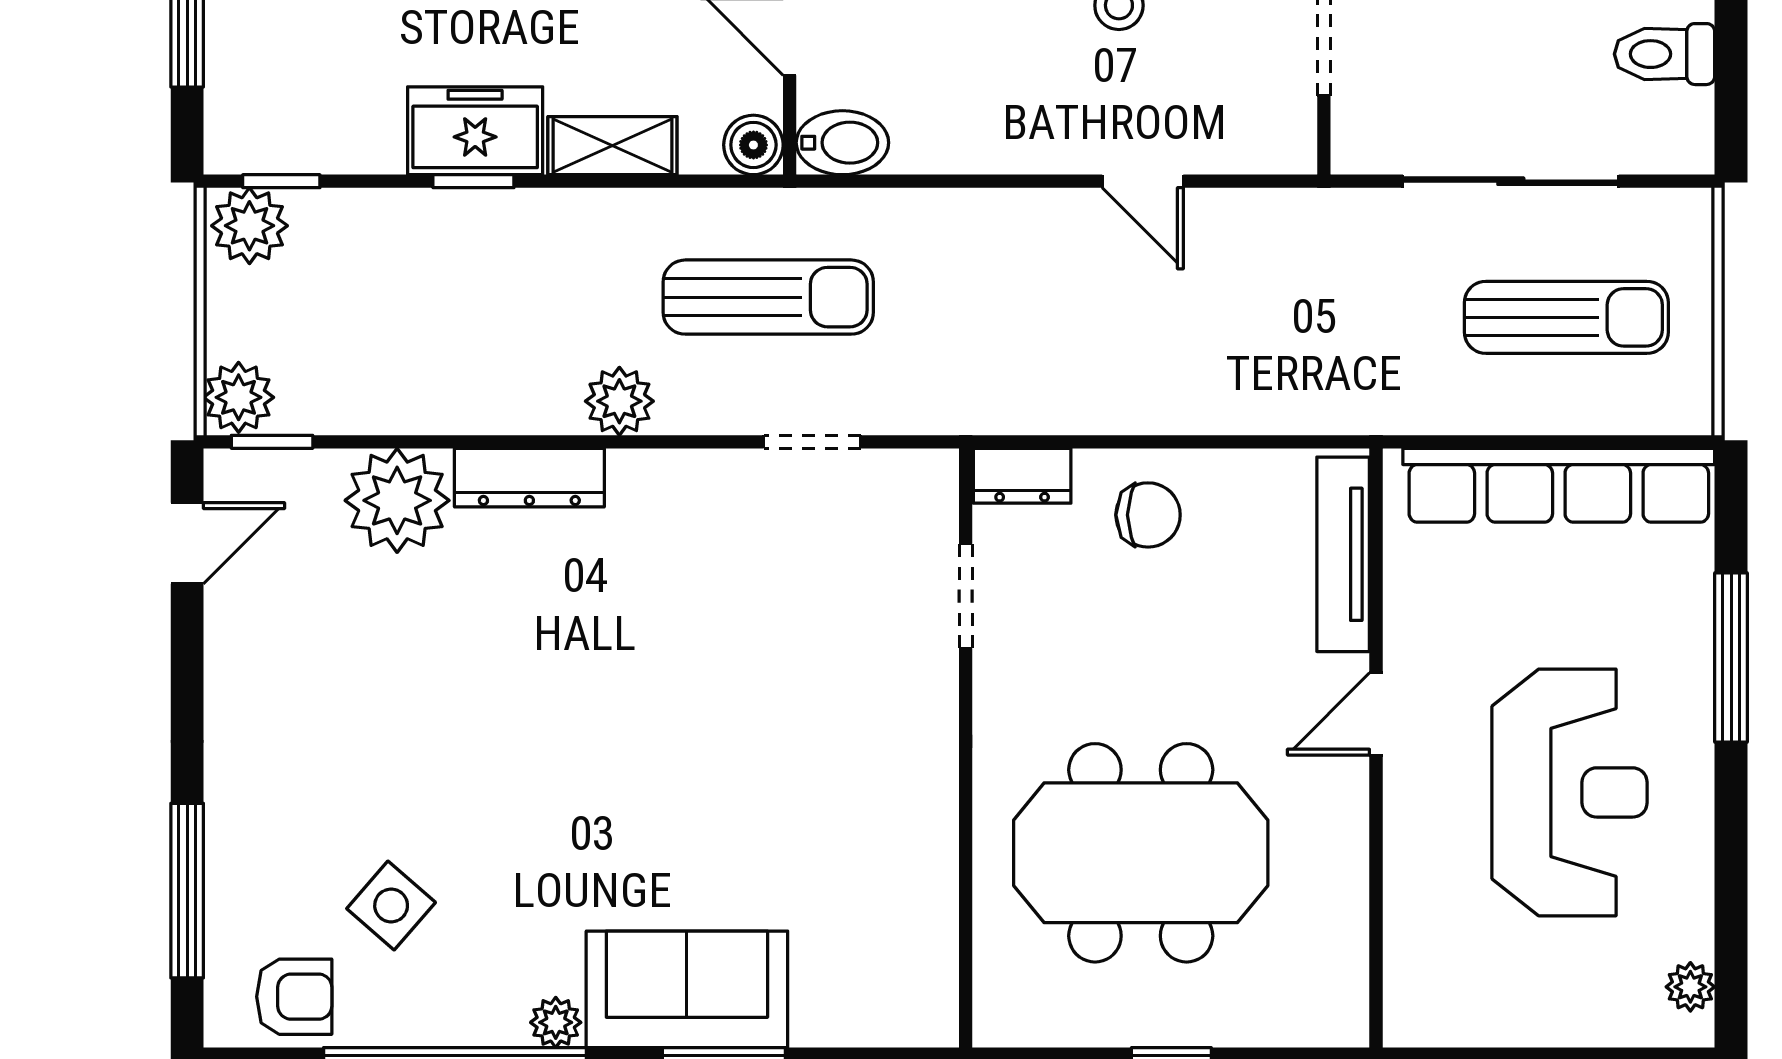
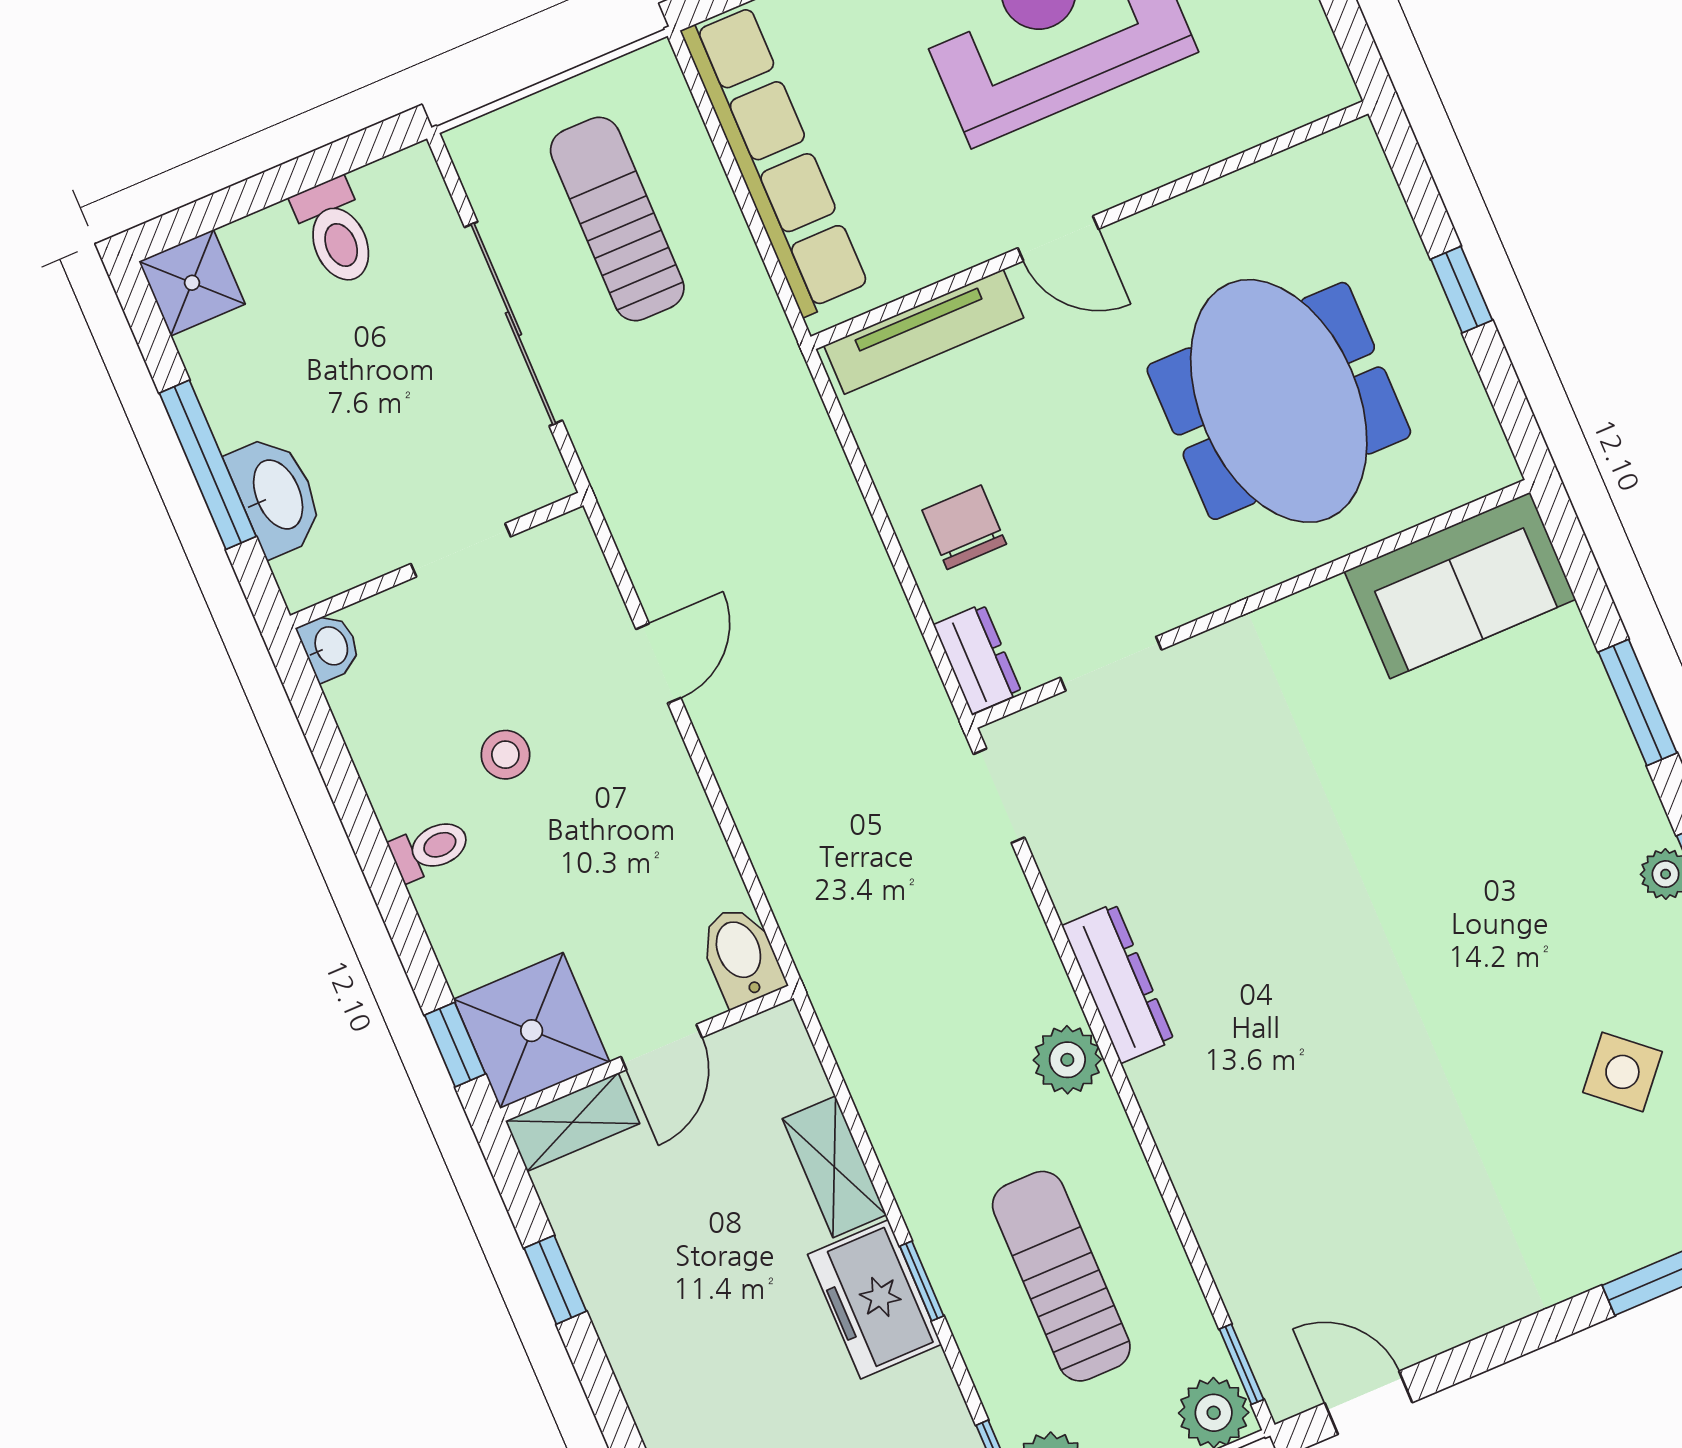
boiler: (753, 145) -> (778, 1037), removed
sun lounger: (768, 297) -> (1061, 1276), moved
doorway: (812, 442) -> (999, 796), moved
dresser: (529, 478) -> (1118, 983), moved
plant: (397, 500) -> (1246, 1226), removed
sofa: (687, 989) -> (1460, 585), moved, turned -90

